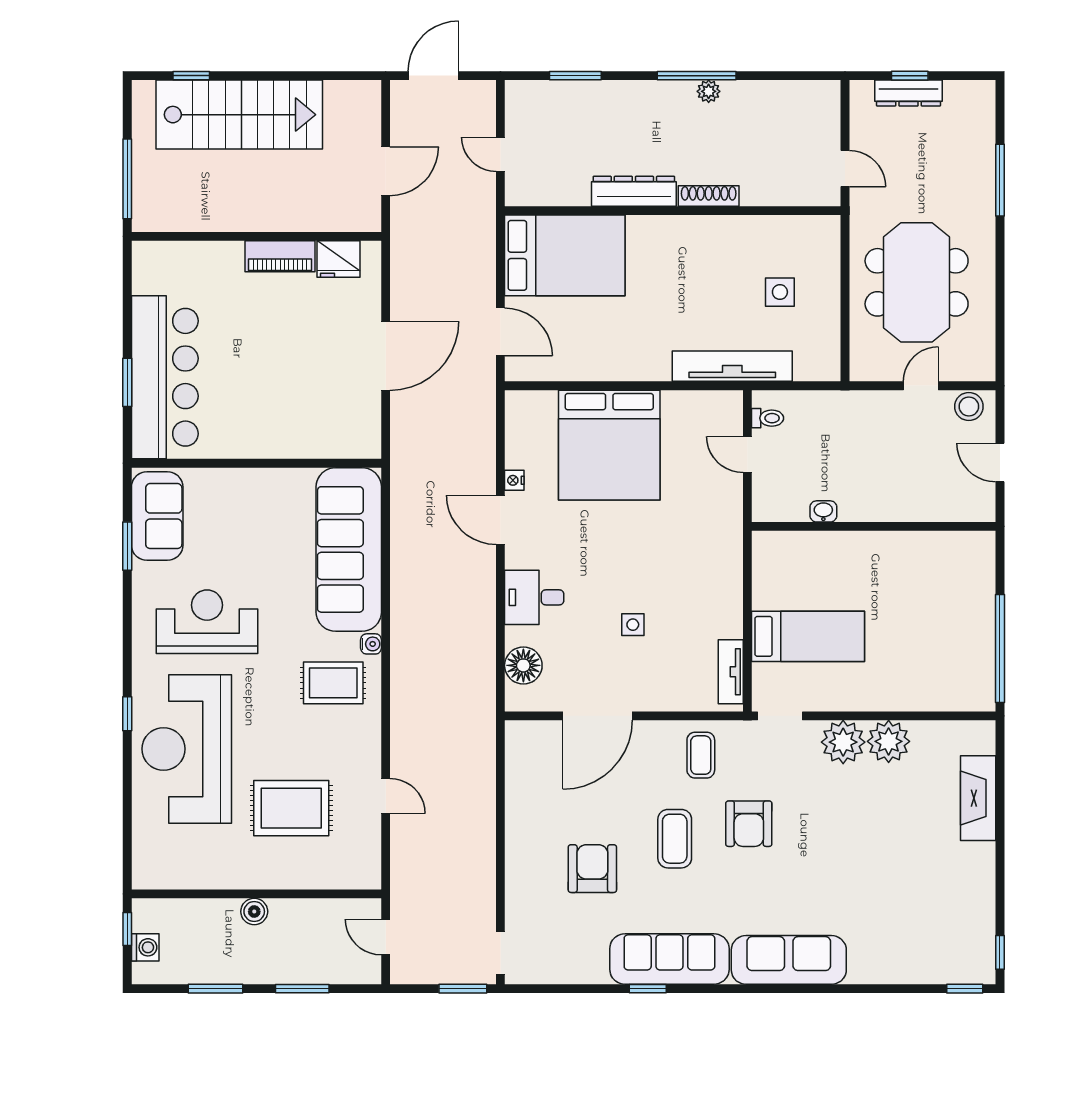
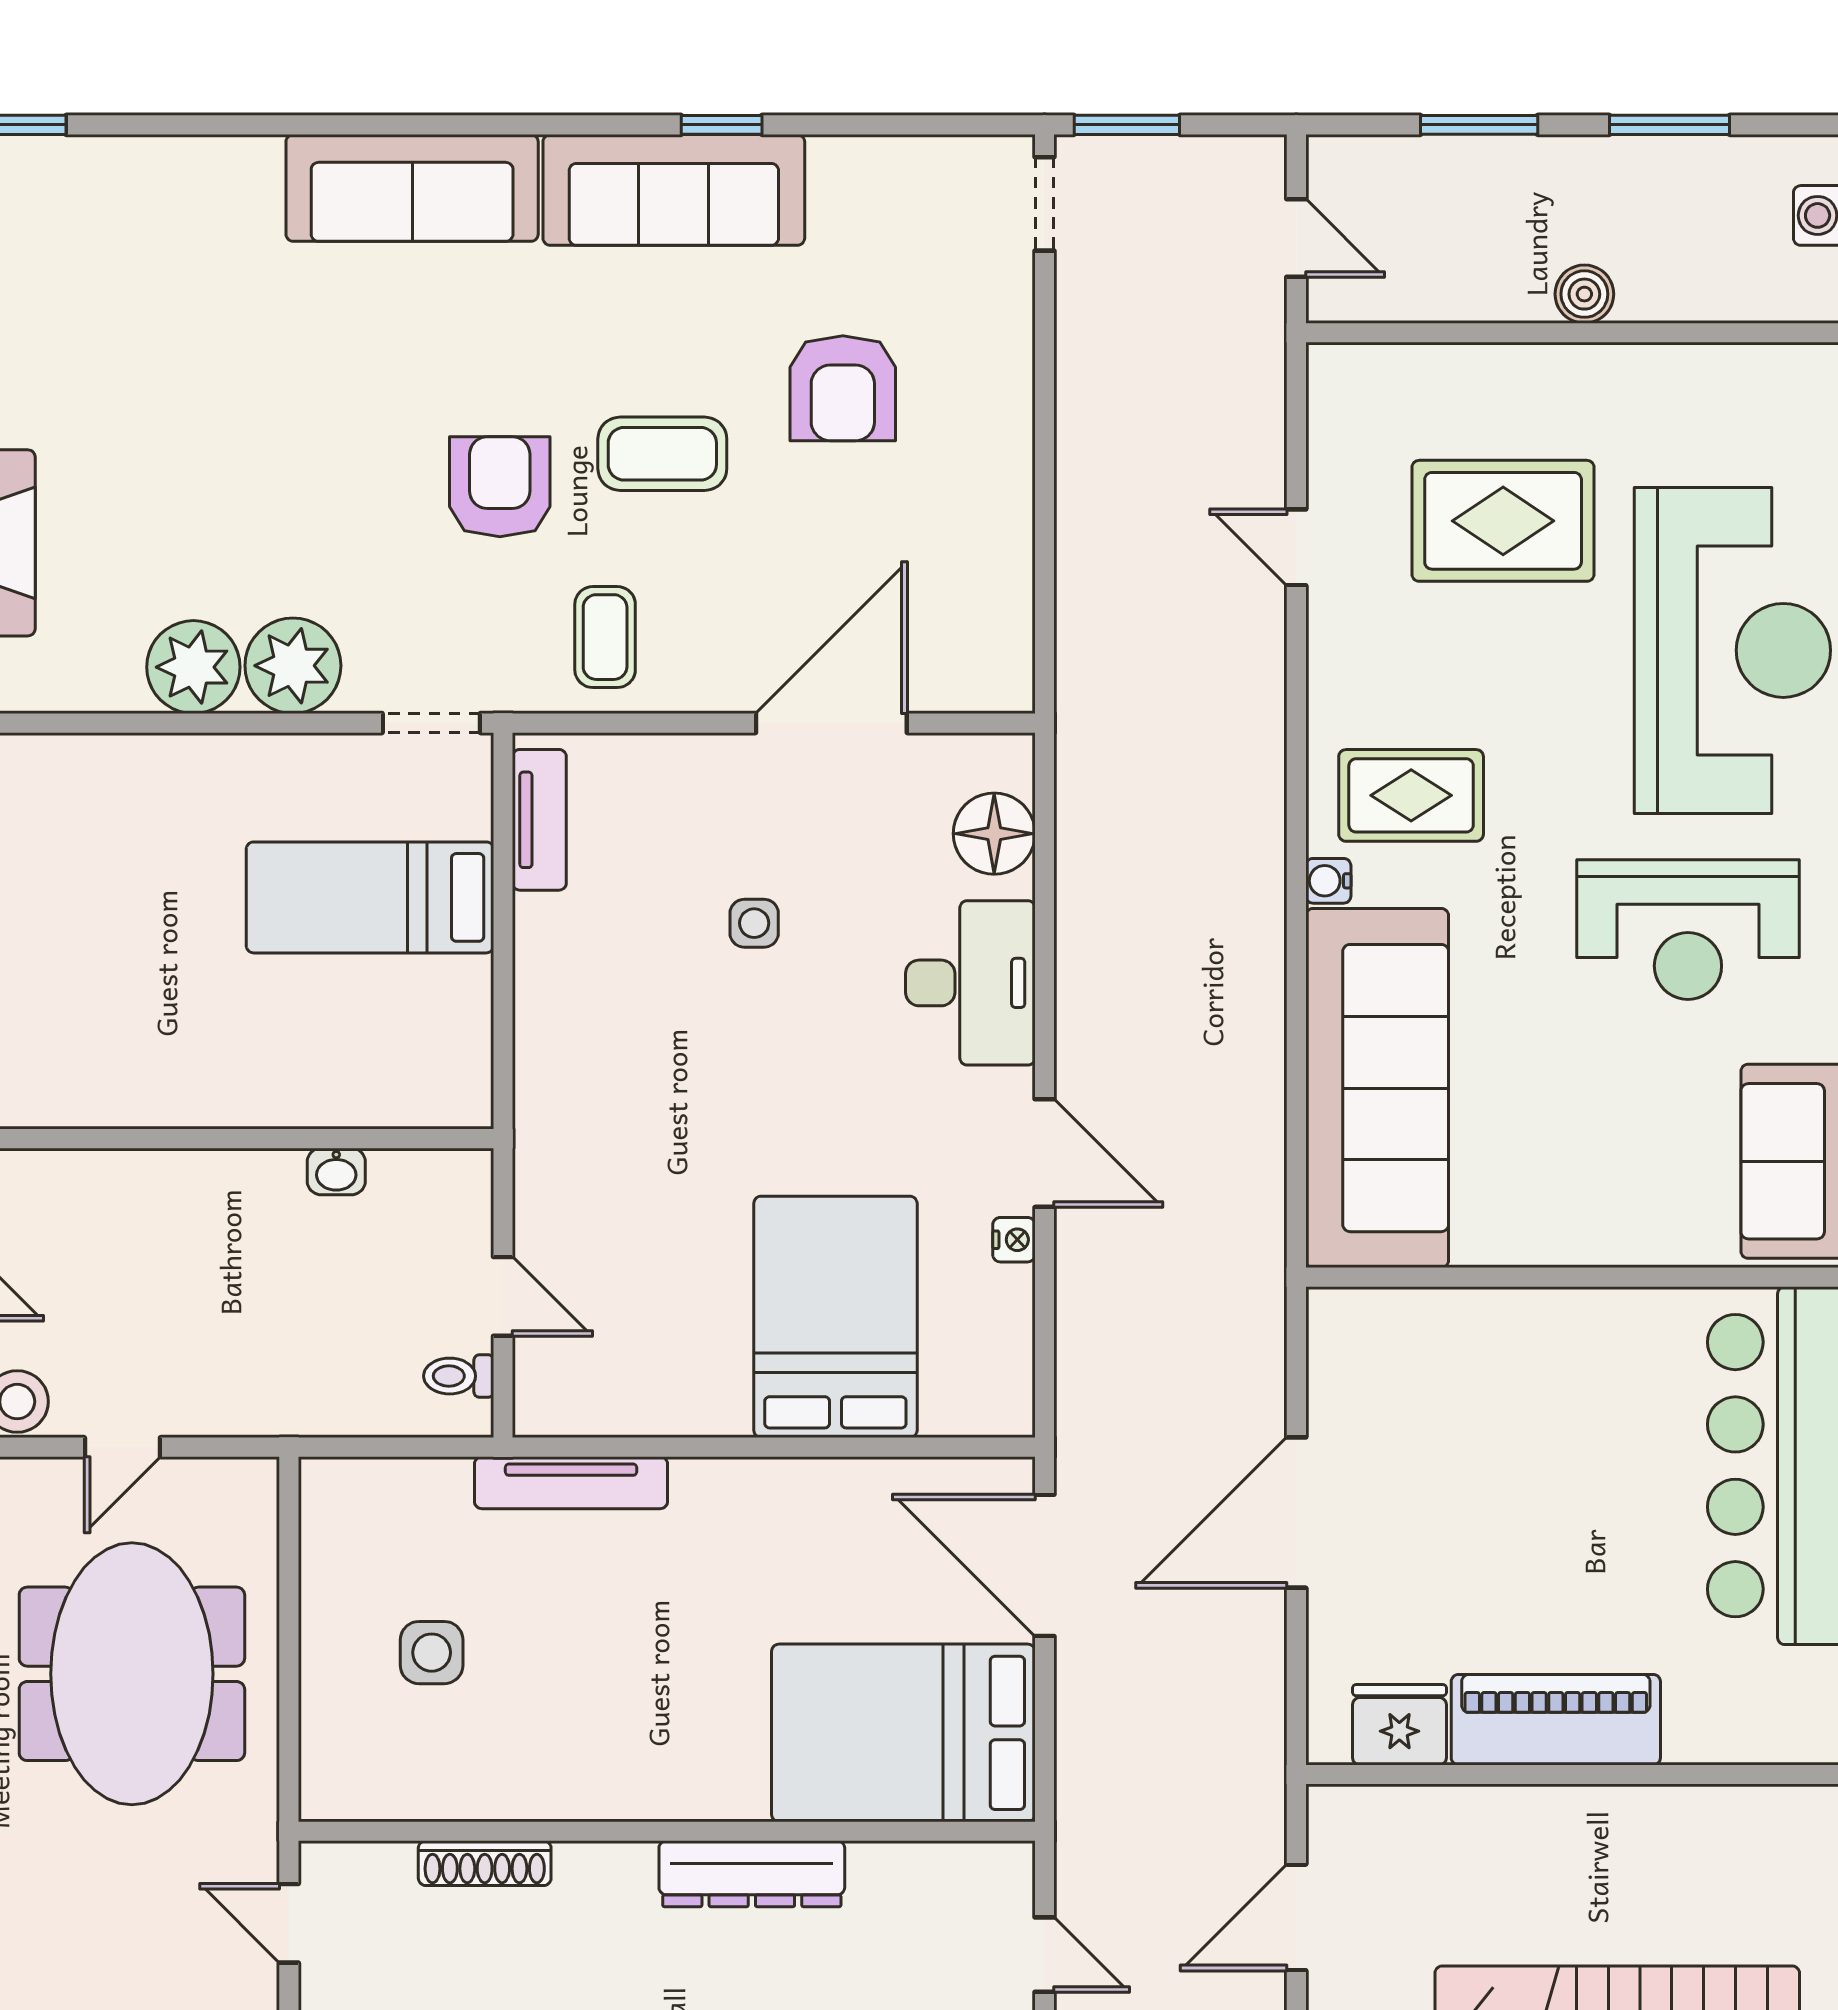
shoe rack: (709, 196) -> (485, 1863), moved
piano: (280, 256) -> (1556, 1720), width x1.37, depth x1.33
door: (500, 332) -> (1044, 1565), width x1.36
tv unit: (732, 366) -> (571, 1483), width x0.73, depth x0.78
bed: (609, 445) -> (835, 1317), width x0.73
desk: (534, 597) -> (970, 983), width x1.37
coffee table: (675, 839) -> (662, 454), turned 90

